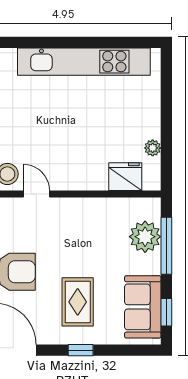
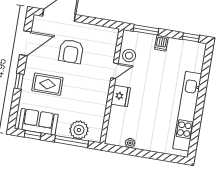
fridge: (125, 177) -> (121, 96), moved

